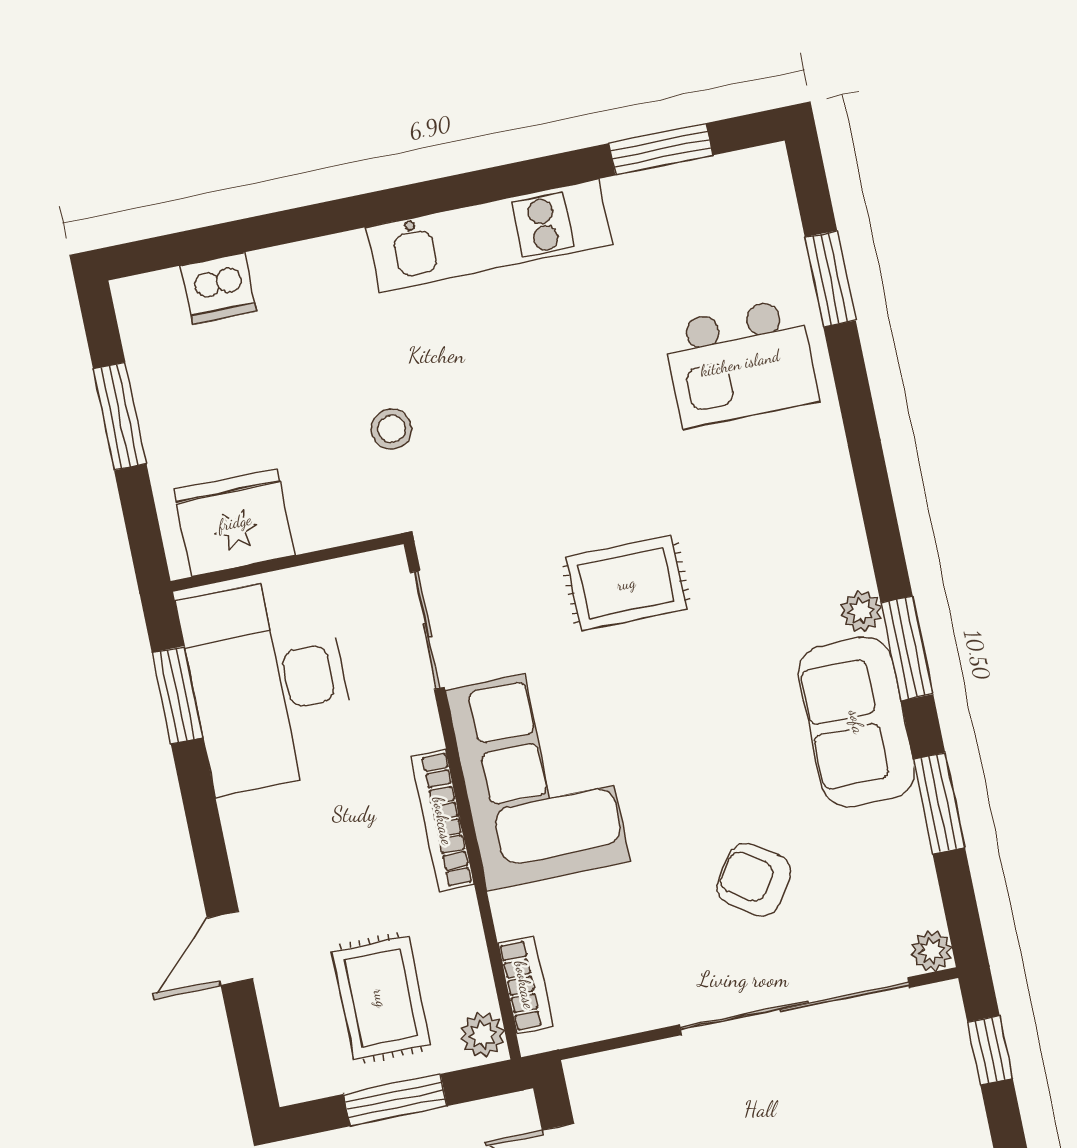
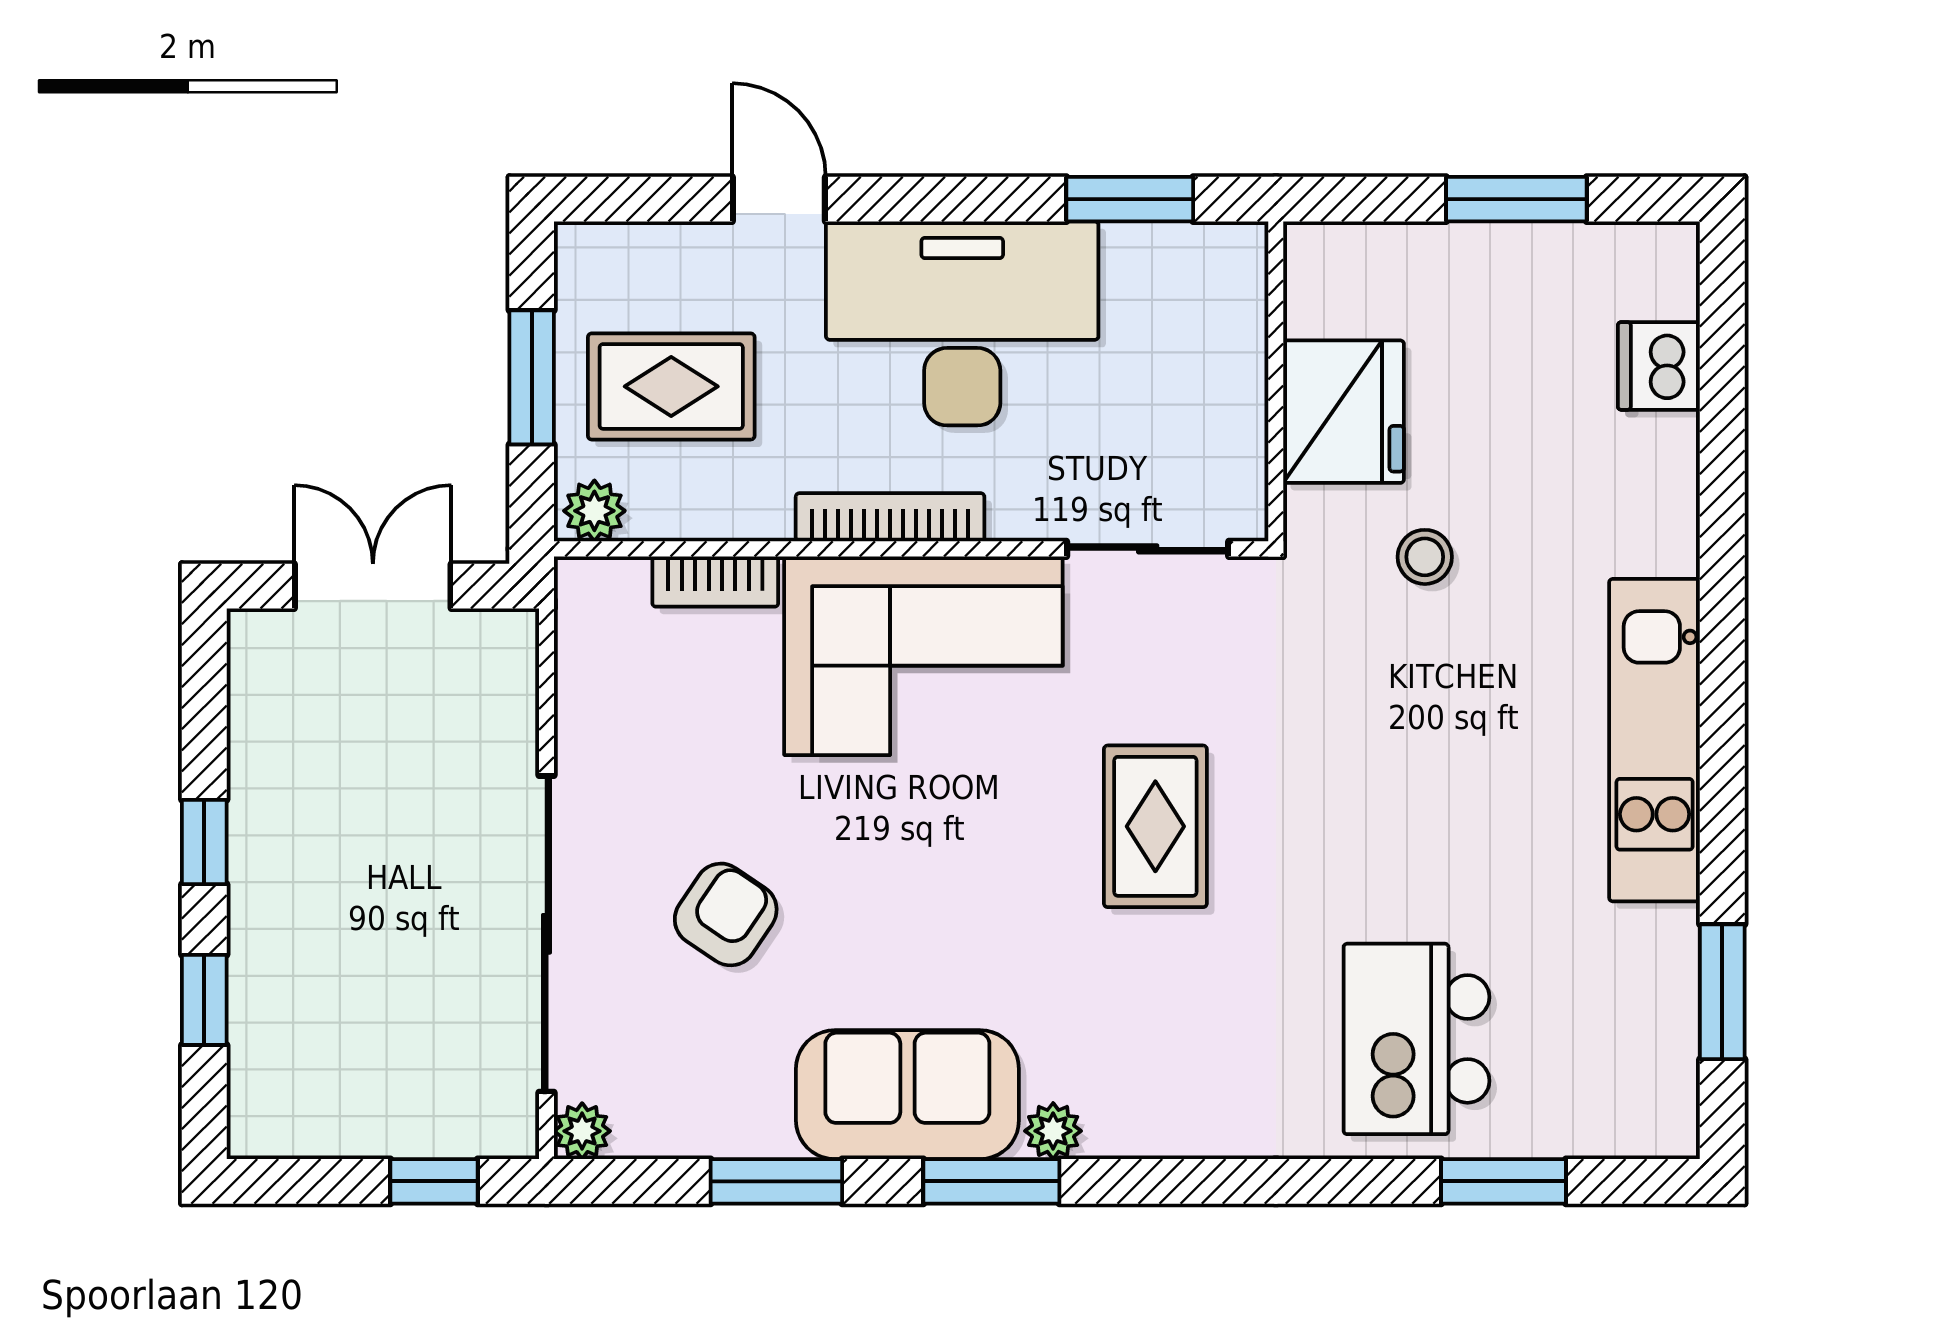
fridge: (235, 522) -> (1344, 412), moved
desk: (269, 684) -> (962, 323), moved
bookcase: (525, 985) -> (715, 582), moved

